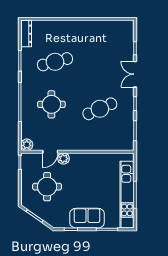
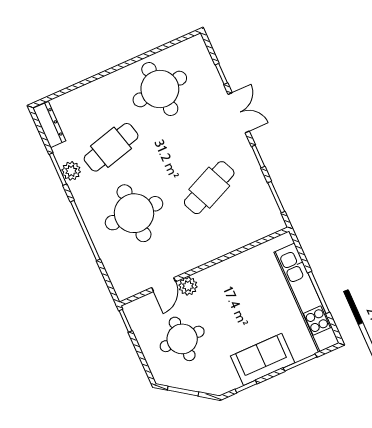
round table: (97, 41) -> (160, 89), added
double door: (135, 74) -> (239, 113), swing flipped
round table: (51, 104) -> (134, 213), width x1.36, depth x1.36
plant: (27, 145) -> (71, 171), moved

